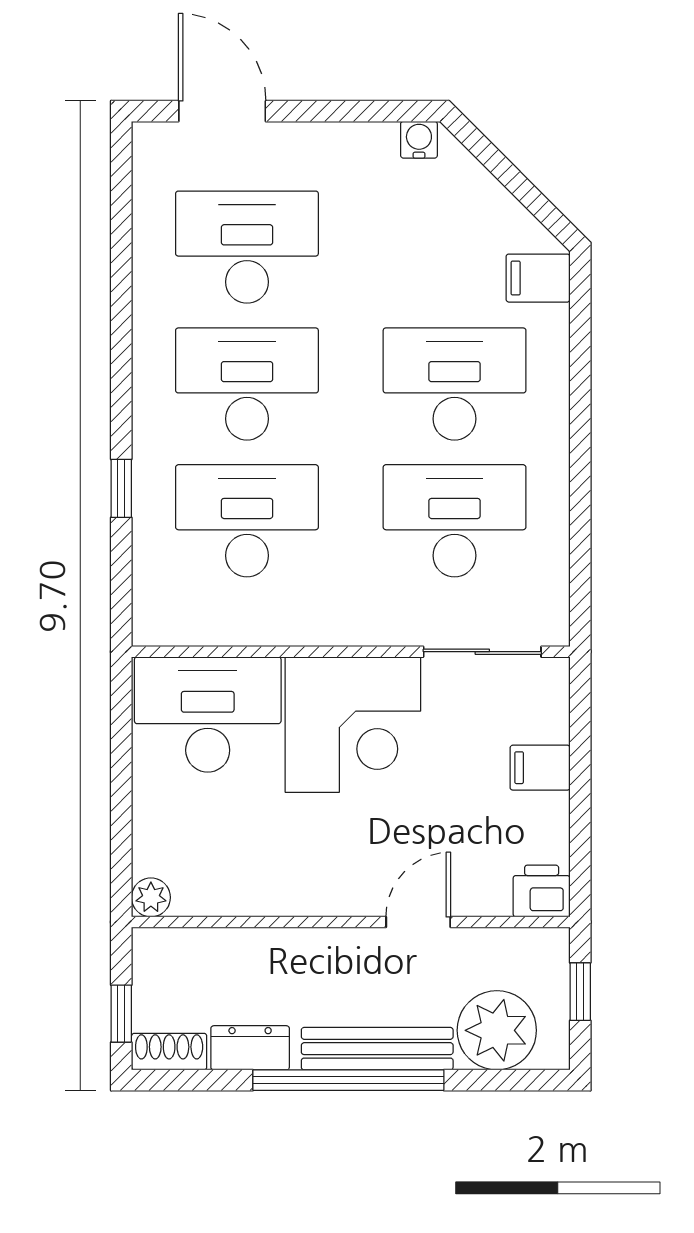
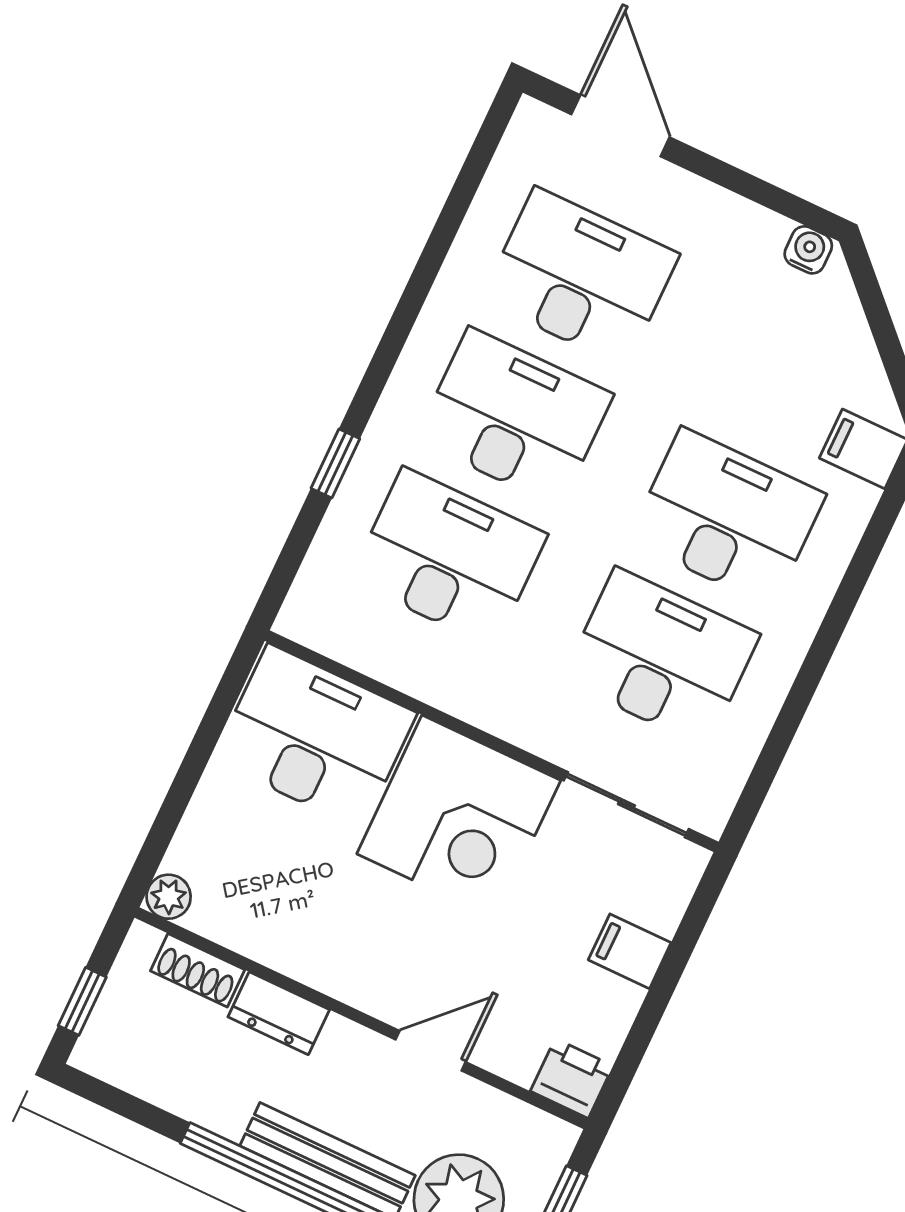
dresser: (250, 1048) -> (279, 1013), moved, turned 180
shoe rack: (169, 1052) -> (198, 970), moved, turned 180

